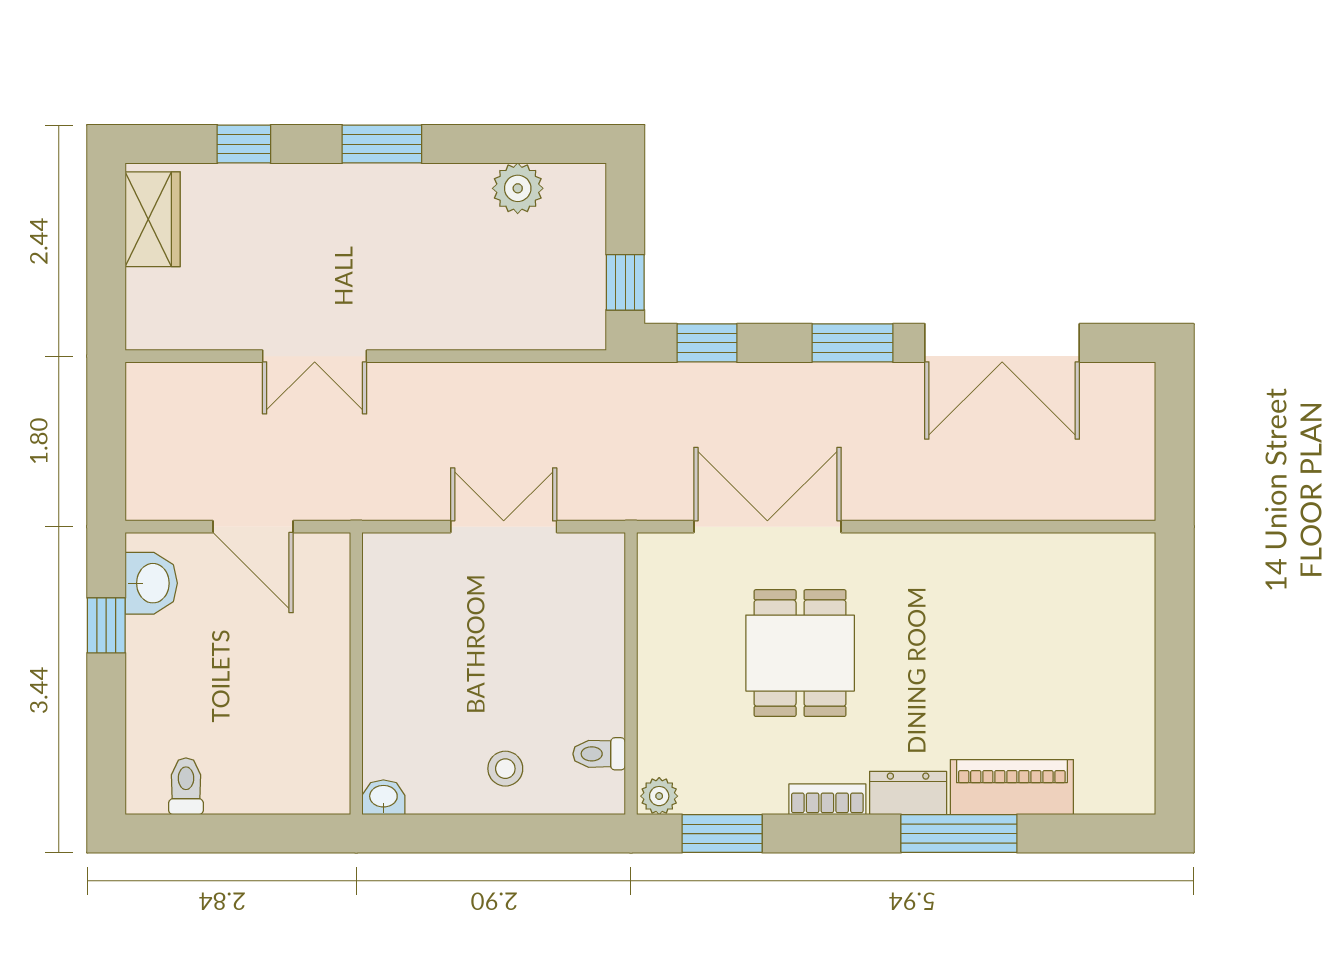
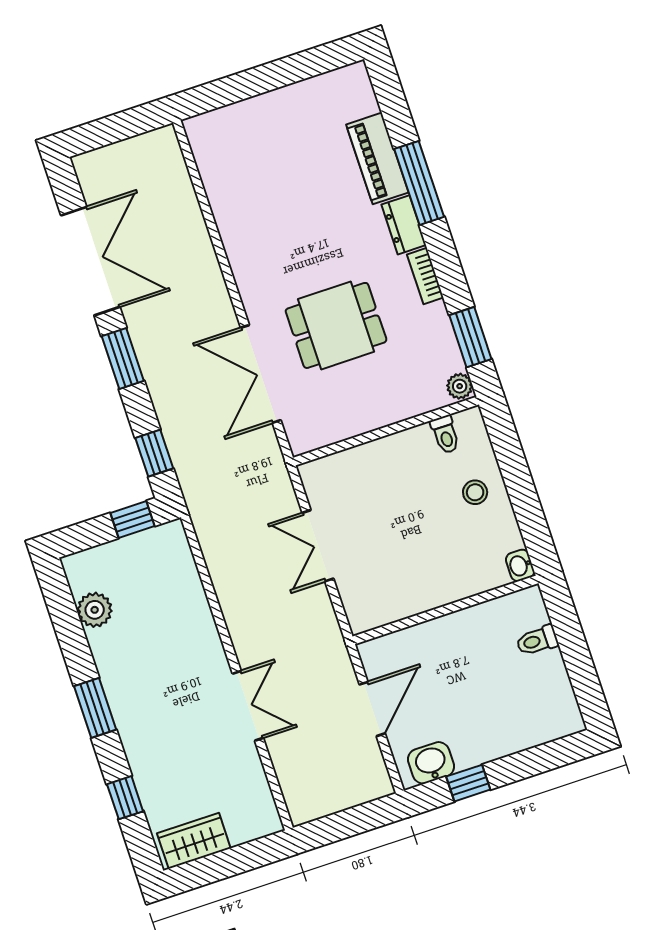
toilet: (186, 786) -> (537, 641), moved

